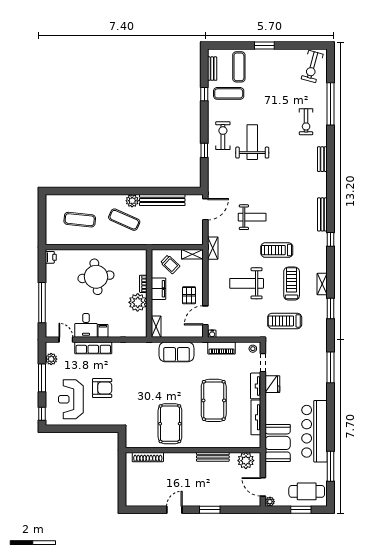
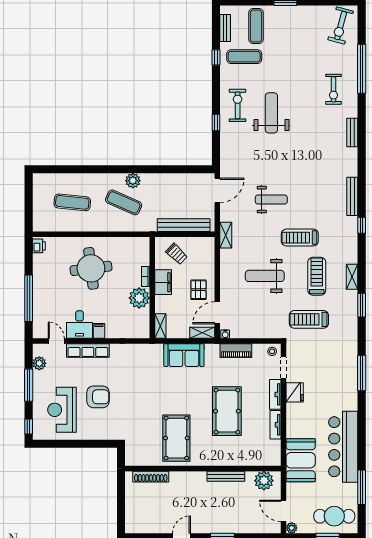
bench: (162, 200) -> (184, 225), moved
shelving: (192, 254) -> (202, 333), moved
tv unit: (256, 417) -> (275, 425), width x0.71

